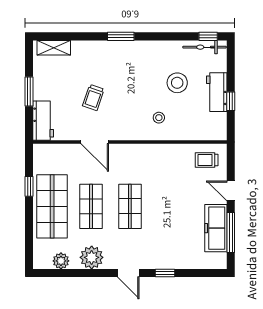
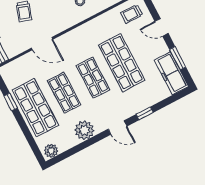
shop shelf: (169, 206) -> (122, 63), added
freezer: (216, 228) -> (171, 73), moved
window: (231, 233) -> (178, 58), width x0.69
plant: (61, 261) -> (51, 151), moved

